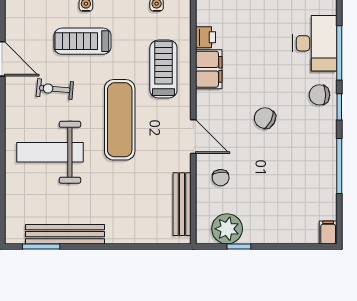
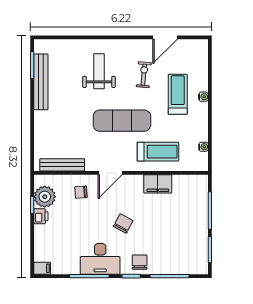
printer: (206, 37) -> (41, 216), moved, turned -90
desk: (315, 43) -> (100, 259), moved
weight bench: (50, 152) -> (99, 71), width x0.73, depth x0.75

